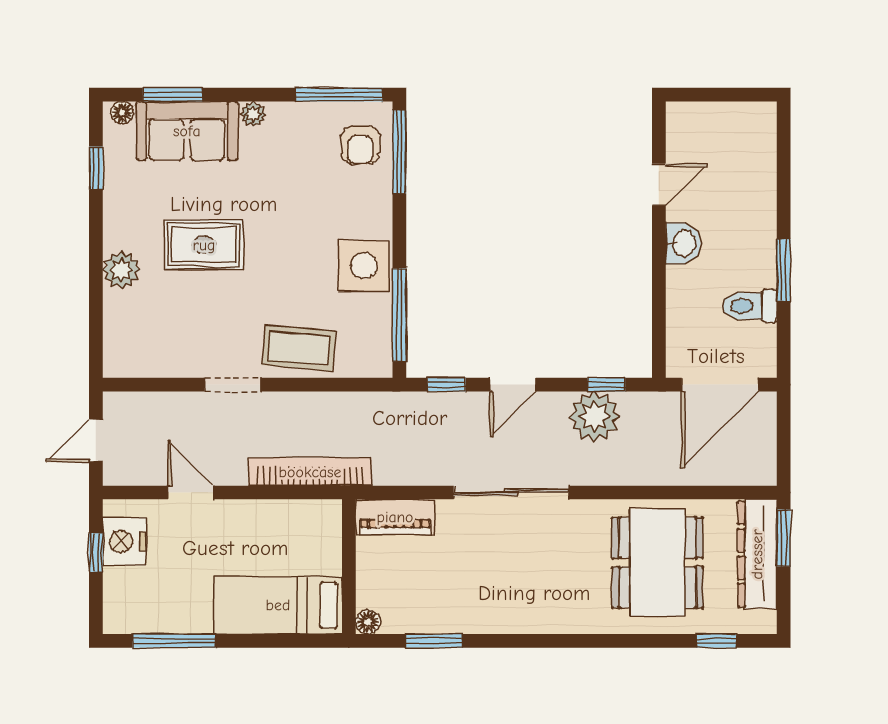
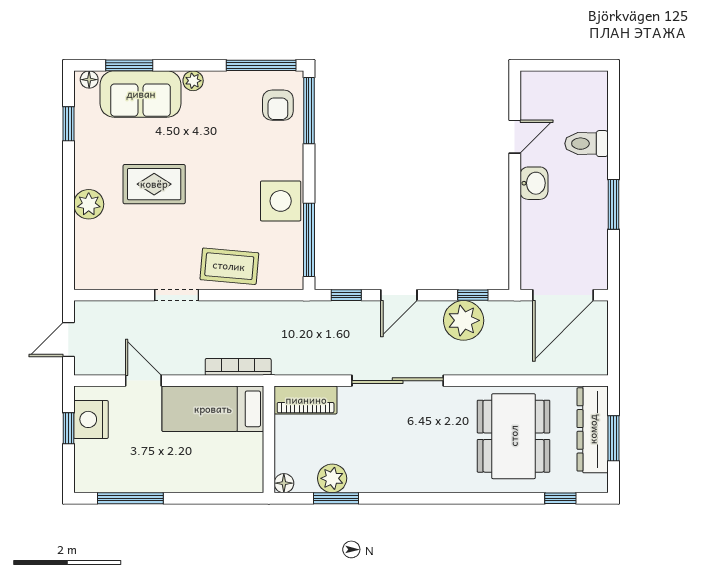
toilet: (750, 306) -> (587, 144), moved
bookcase: (310, 472) -> (238, 367), width x0.68, depth x0.76
window: (784, 538) -> (614, 438), moved
bed: (278, 605) -> (213, 409), moved
plant: (429, 616) -> (332, 478), added

